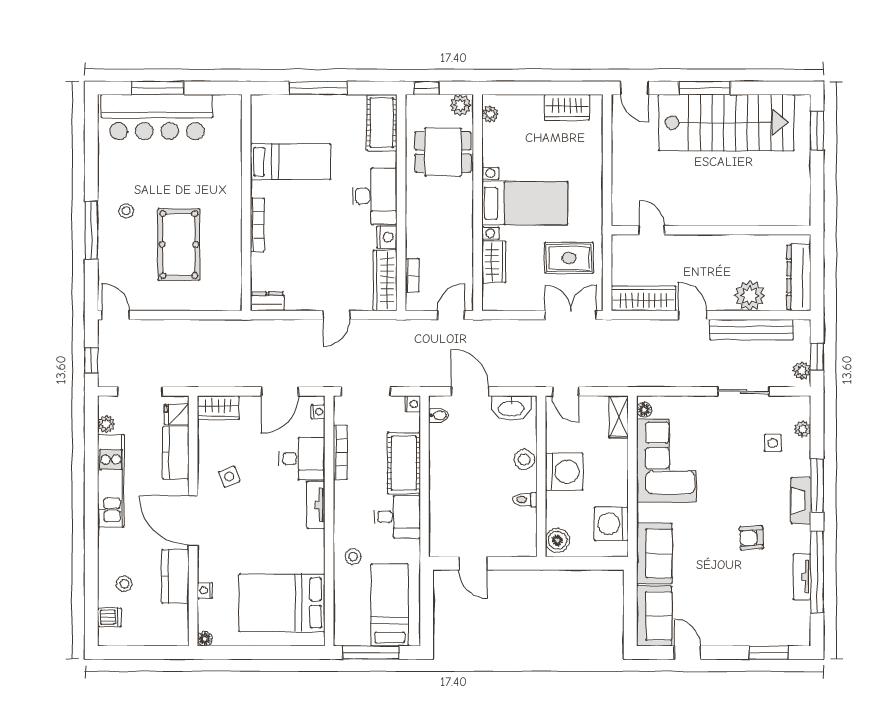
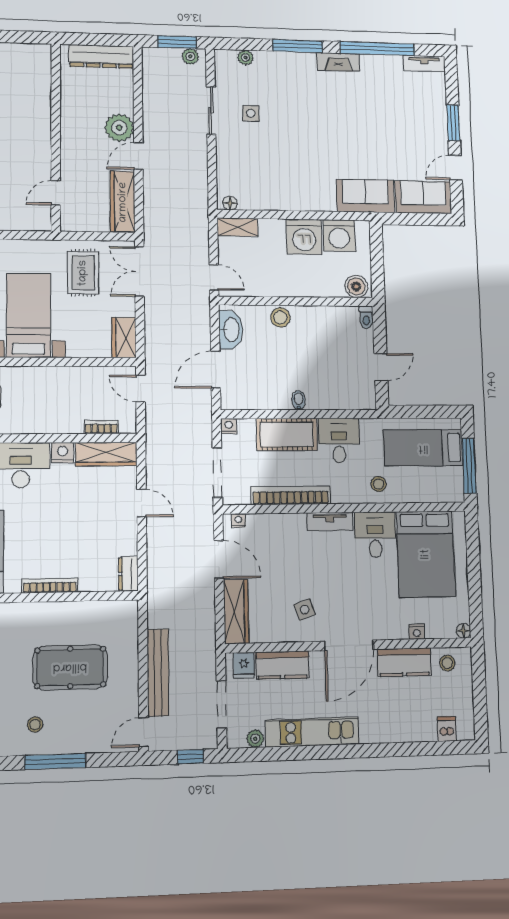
wardrobe: (494, 262) -> (124, 338), moved, turned -90
plant: (750, 296) -> (119, 128), moved
bench: (751, 330) -> (158, 672), moved
window: (817, 357) -> (177, 42), width x1.50
door: (566, 391) -> (214, 277), hinge flipped
wardrobe: (218, 408) -> (236, 612), width x1.50
bidet: (439, 415) -> (299, 400), moved
side table: (773, 443) -> (251, 113), moved
bookcase: (340, 452) -> (291, 495), width x1.48, depth x1.31
desk: (302, 459) -> (375, 535), moved
corner sofa: (667, 461) -> (278, 183), removed
washing machine: (564, 472) -> (304, 237), moved, turned 180
toilet: (525, 500) -> (366, 317), moved
fireplace: (801, 501) -> (338, 62), moved
armchair: (752, 538) -> (348, 107), removed
tv unit: (802, 577) -> (424, 64), moved
stool: (124, 584) -> (447, 663), moved
window: (769, 652) -> (453, 123), moved

